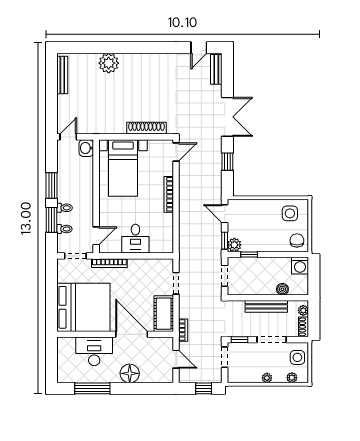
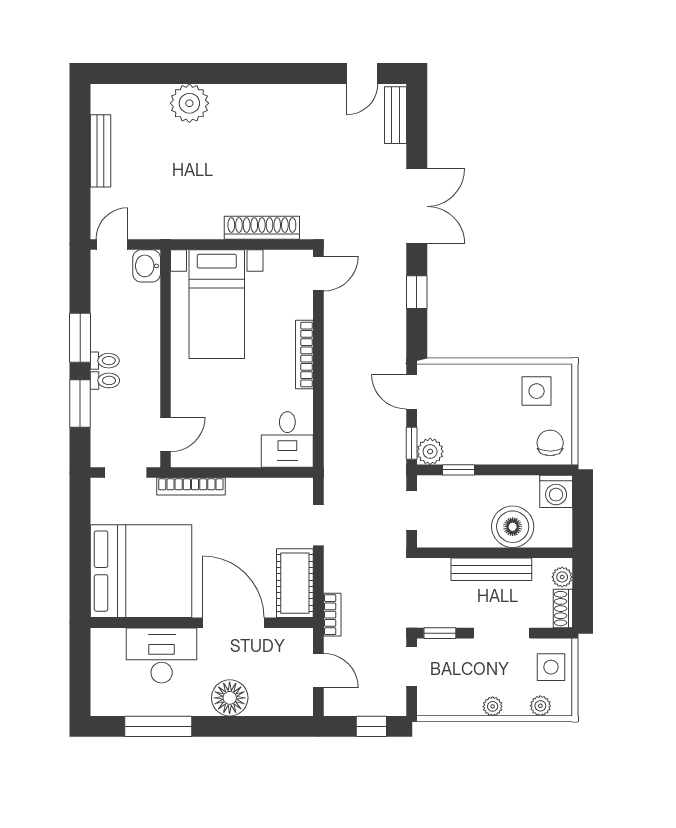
bench: (62, 75) -> (101, 151), moved
toilet: (64, 229) -> (105, 361), moved
desk: (135, 239) -> (287, 439), moved
boiler: (282, 289) -> (513, 527), width x1.86, depth x1.86

